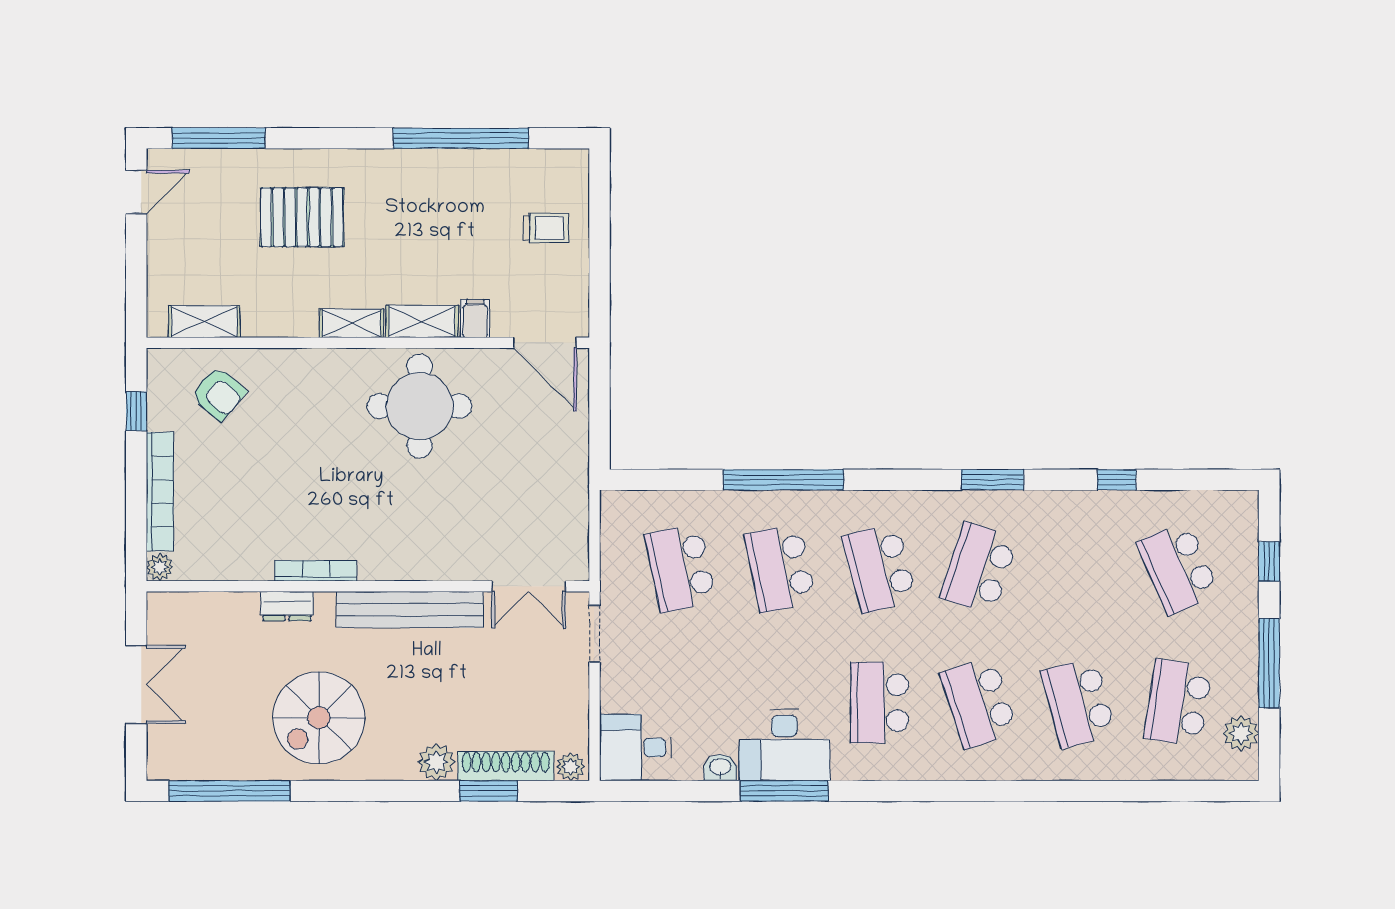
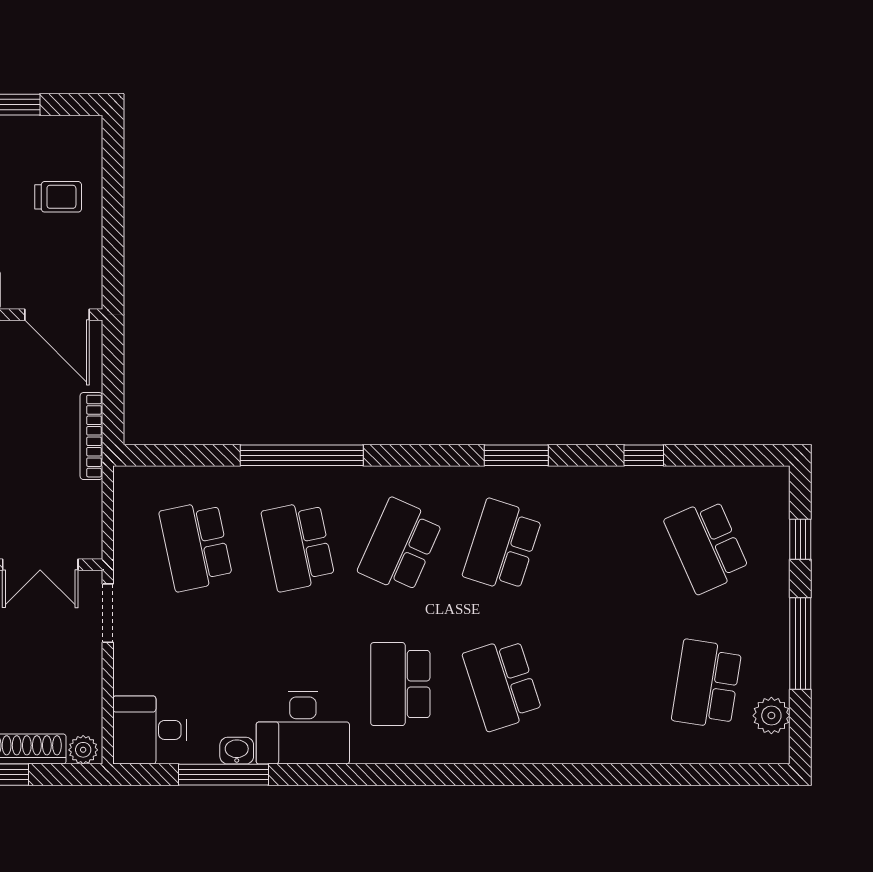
bookcase: (579, 461) -> (91, 436), added
school desk: (879, 568) -> (400, 546), turned 39
school desk: (1079, 703) -> (605, 684), removed
window: (784, 791) -> (224, 775), moved

